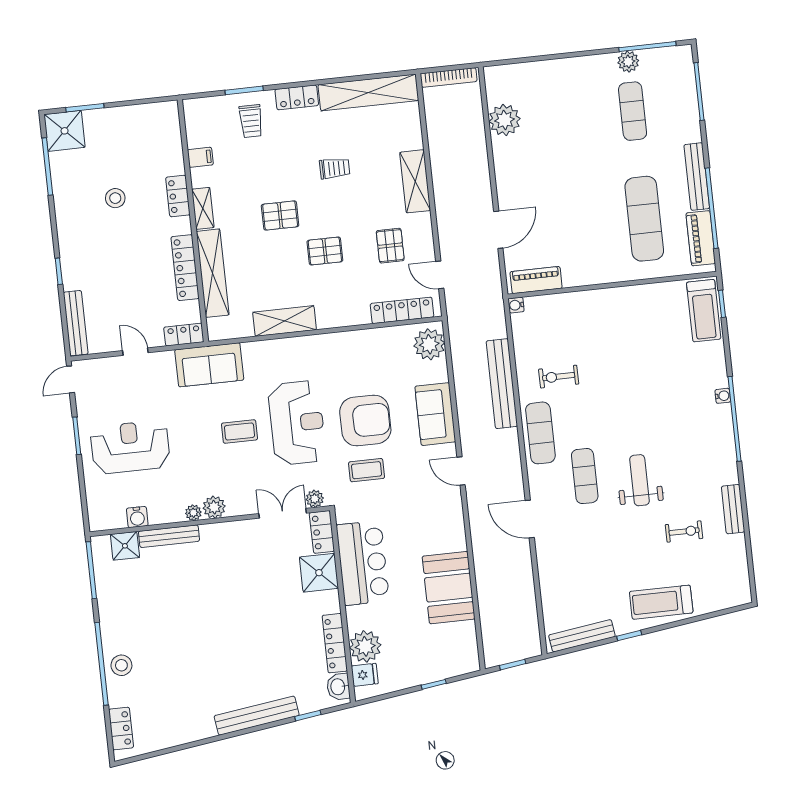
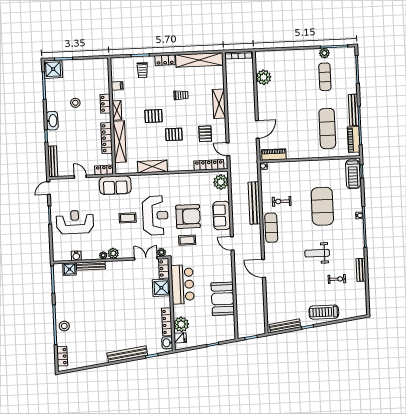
washbasin: (69, 239) -> (52, 121), added
exercise mat: (585, 476) -> (322, 206), moved, width x2.00, depth x1.45
weight bench: (639, 480) -> (317, 253), turned -90

